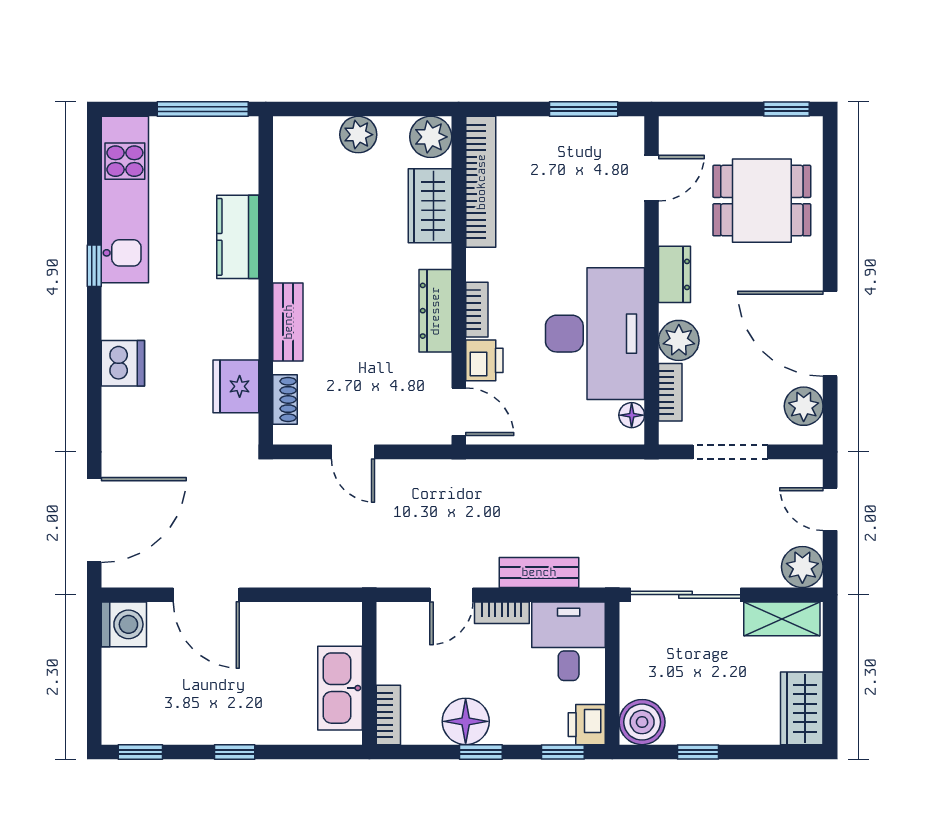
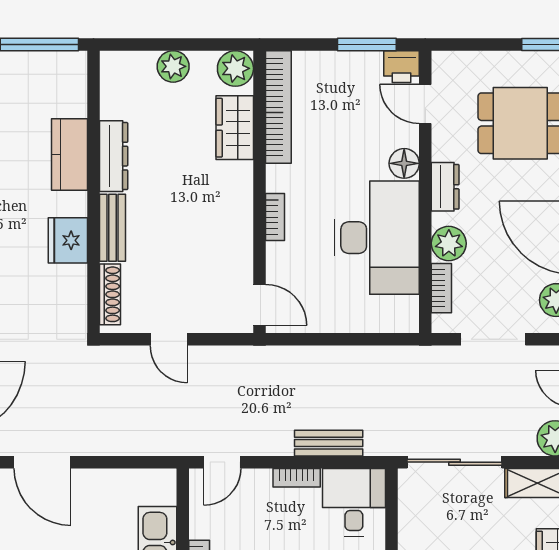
door: (652, 178) -> (425, 104), swing flipped
dresser: (435, 311) -> (114, 156), moved, turned 180
printer: (484, 360) -> (402, 67), moved, turned 90
fridge: (236, 386) -> (68, 240), moved
shoe rack: (285, 399) -> (110, 294), width x1.43
floor lamp: (632, 415) -> (404, 163), moved, width x1.37, depth x1.37
door: (451, 595) -> (222, 462), moved

